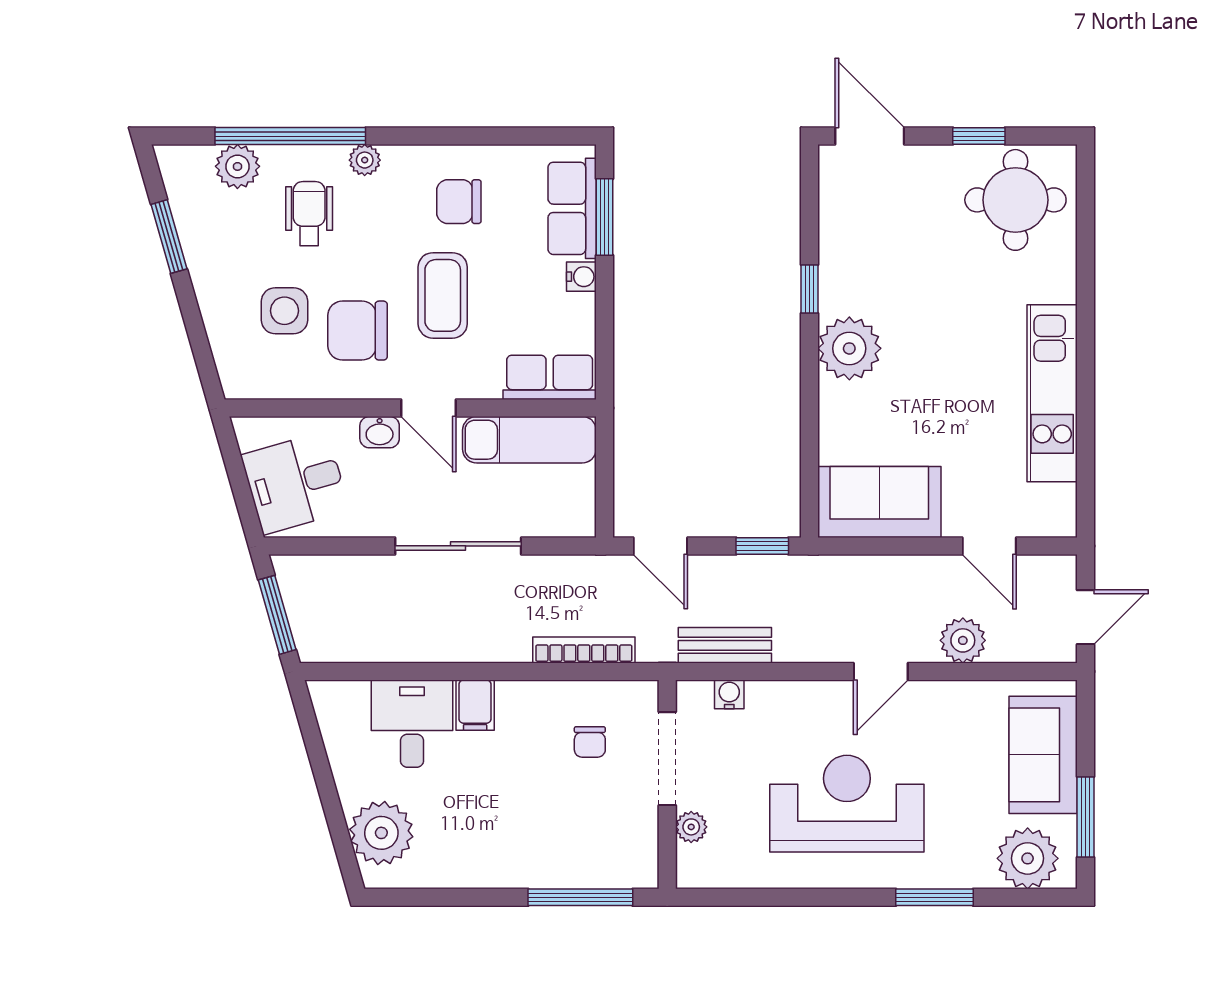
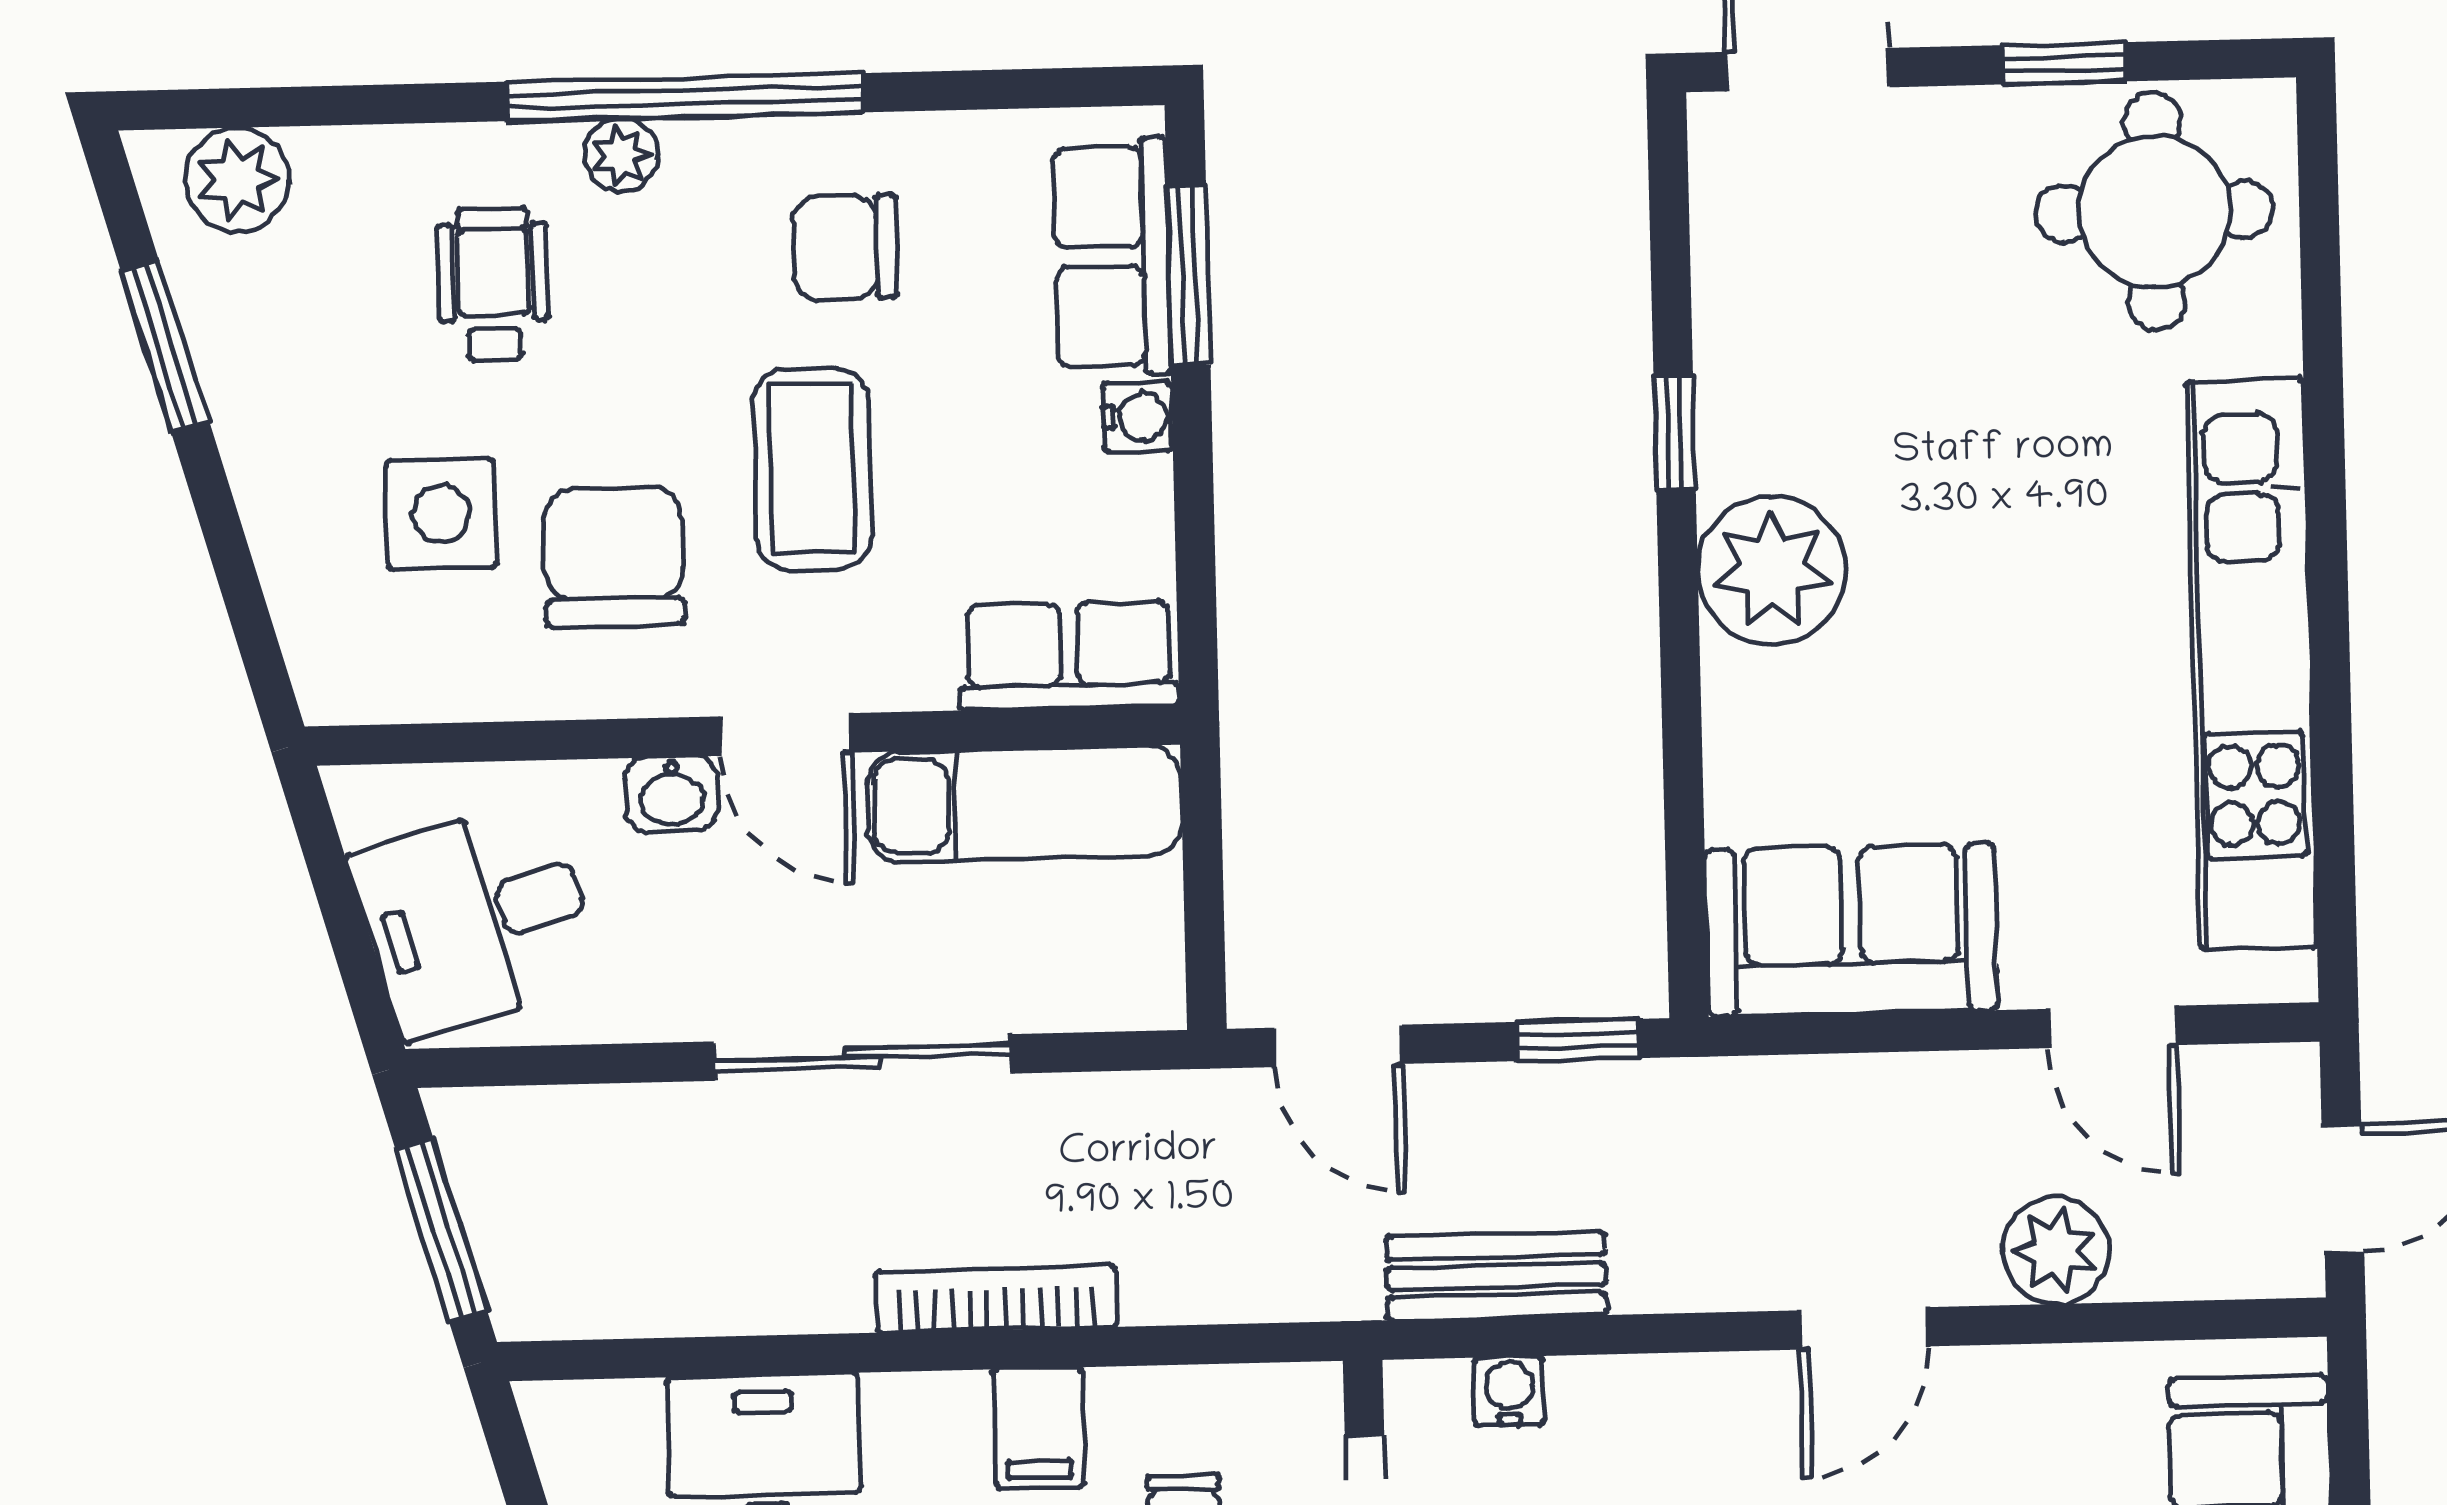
window: (290, 136) -> (685, 97), moved
plant: (237, 166) -> (237, 180), moved
chair: (358, 331) -> (614, 557), turned 90
kitchen unit: (1052, 393) -> (2252, 664), width x1.36
bookcase: (584, 650) -> (996, 1299), moved
filing cabinet: (475, 705) -> (1039, 1428), moved

